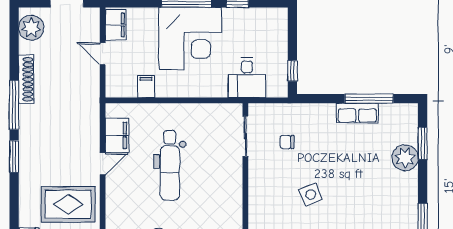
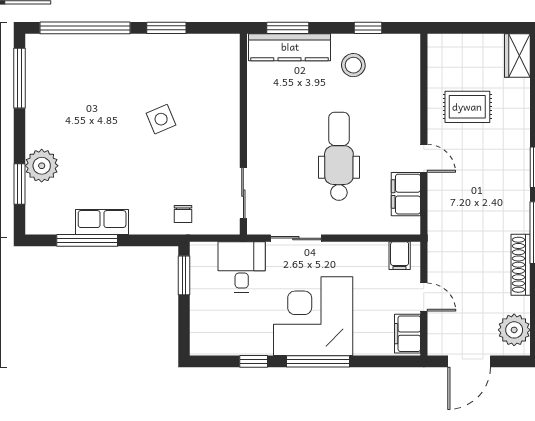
window: (292, 71) -> (184, 275), width x1.50
filing cabinet: (146, 87) -> (400, 256), moved
sliding door: (204, 100) -> (296, 238), added
chair: (287, 142) -> (183, 214), moved, turned 90
door: (103, 164) -> (424, 158), swing flipped
rug: (68, 204) -> (467, 107), width x0.73, depth x0.70

